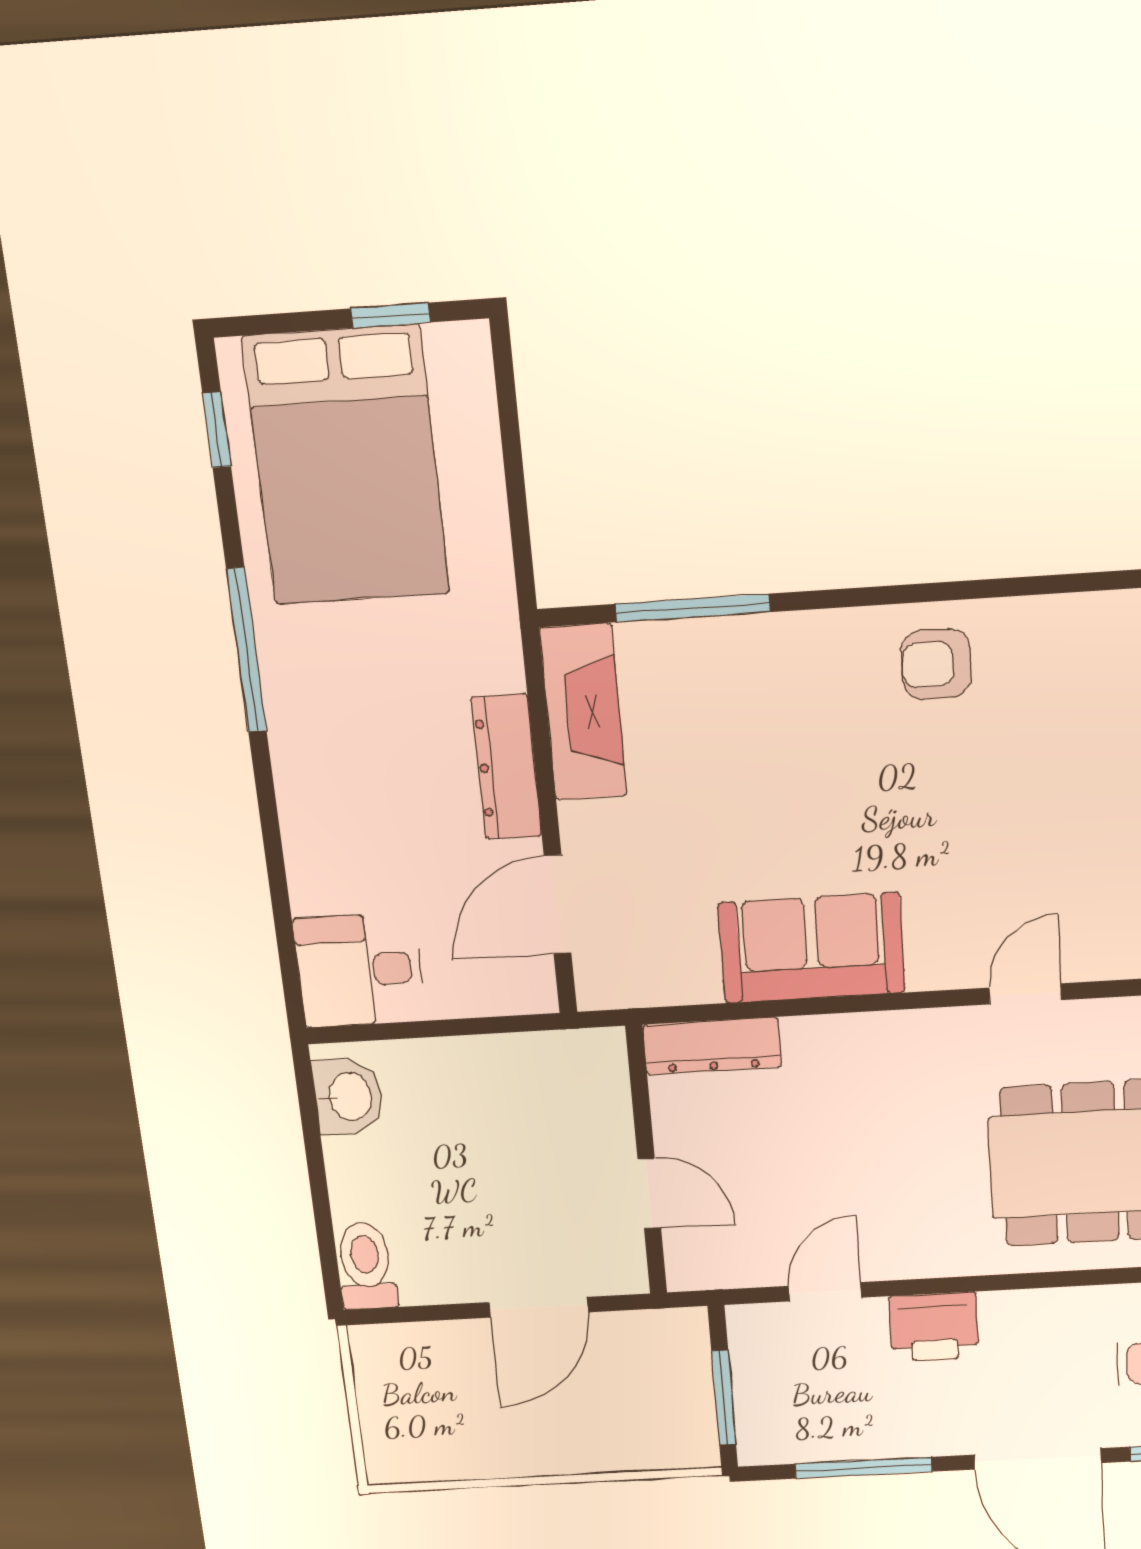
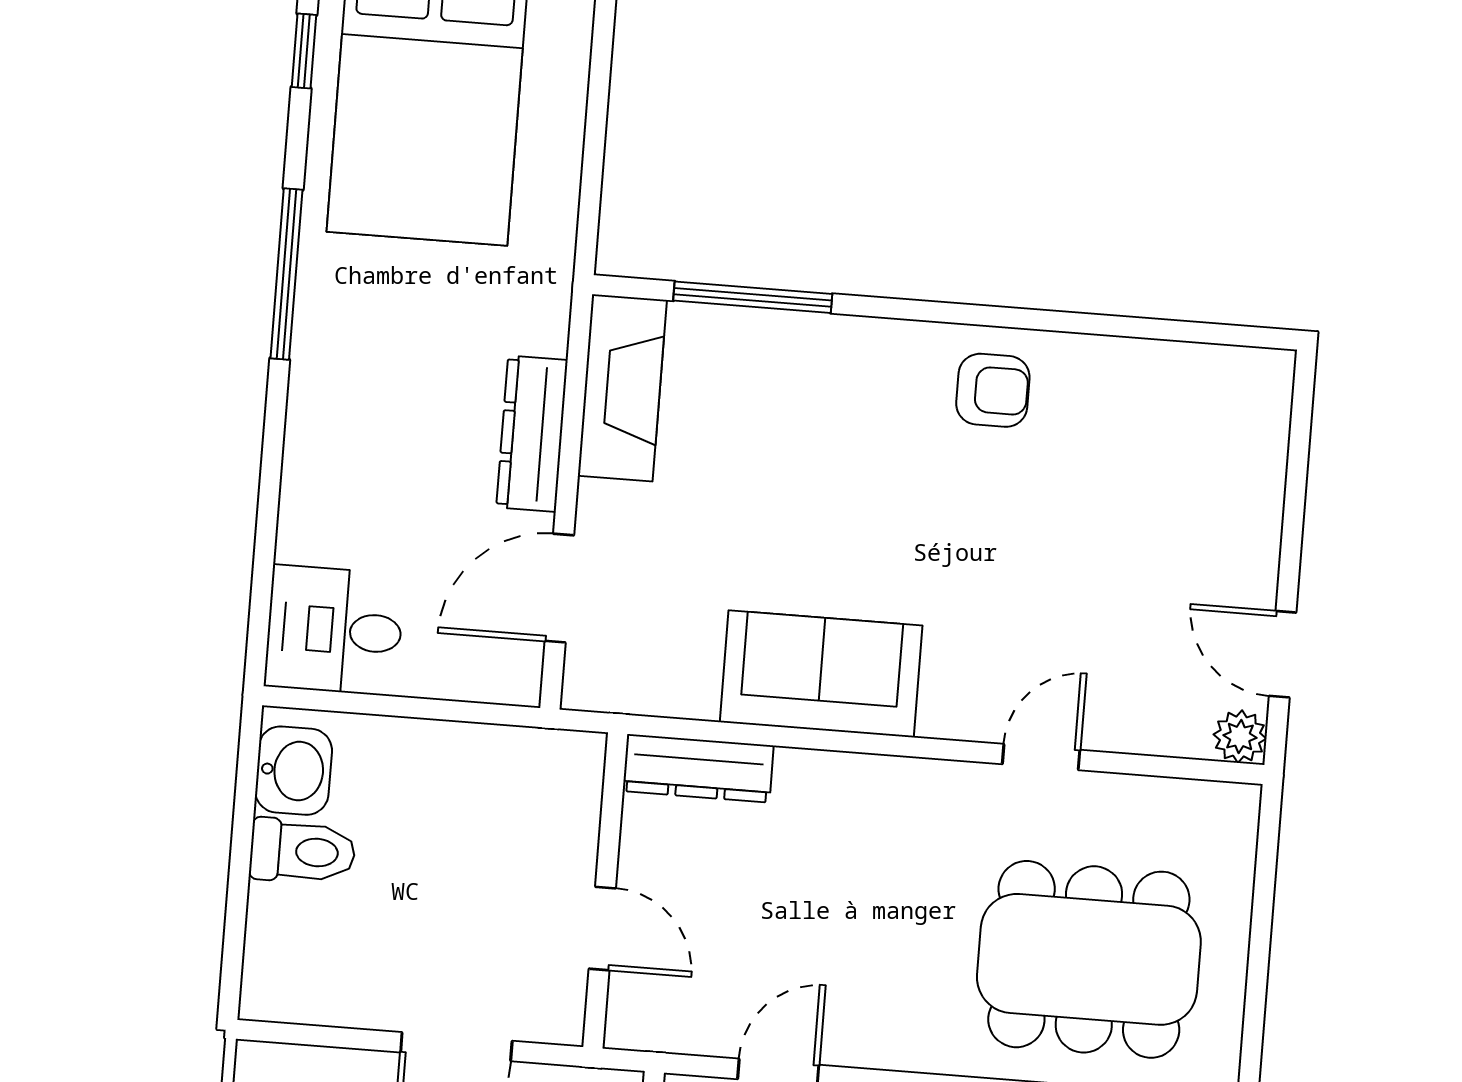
armchair: (936, 664) -> (993, 390), turned 180
toilet: (366, 1266) -> (302, 851), moved, turned 90

